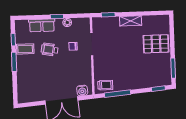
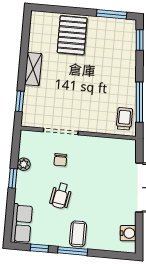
row of seats: (42, 25) -> (21, 224), moved
coffee table: (25, 49) -> (78, 234), moved
water cooler: (82, 91) -> (128, 233), moved

